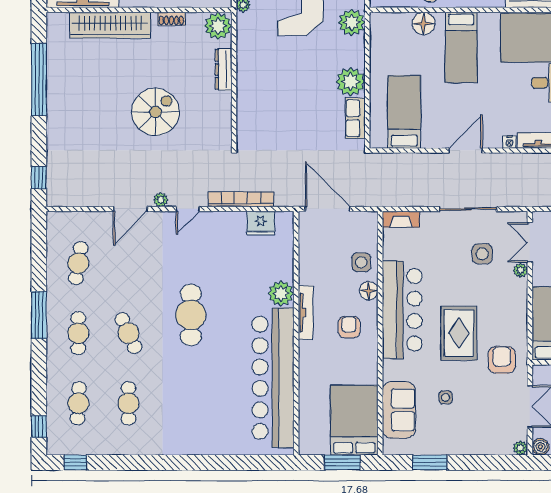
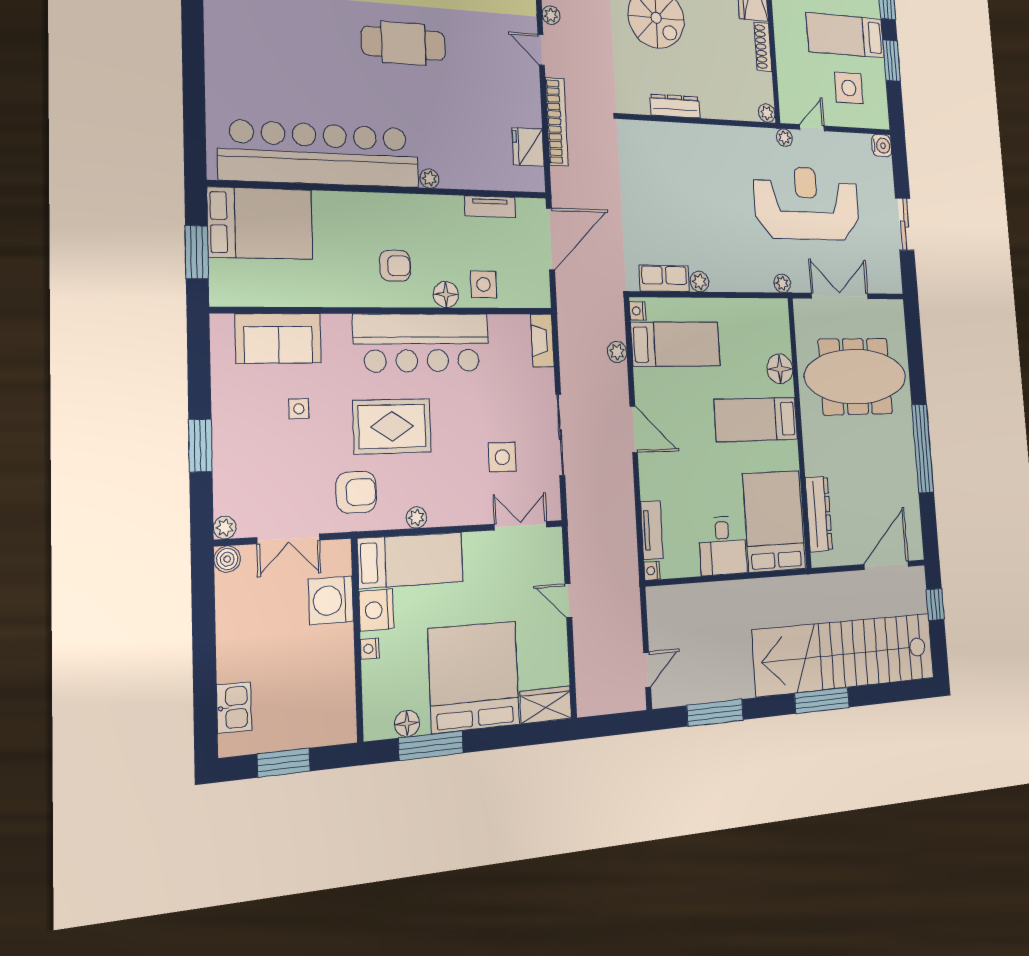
shoe rack: (171, 19) -> (763, 47), width x1.43
plant: (352, 22) -> (782, 283), width x0.53, depth x0.53
plant: (218, 26) -> (767, 113), width x0.53, depth x0.53
dresser: (224, 69) -> (675, 106), moved
plant: (350, 82) -> (699, 282), width x0.53, depth x0.53
nightstand: (509, 142) -> (638, 311), moved
plant: (410, 161) -> (617, 352), added
plant: (520, 270) -> (416, 518), moved
plant: (281, 293) -> (430, 178), width x0.53, depth x0.53
tv unit: (306, 313) -> (490, 207), moved, width x0.71
bed: (354, 420) -> (260, 223), moved
window: (430, 462) -> (200, 445), moved

